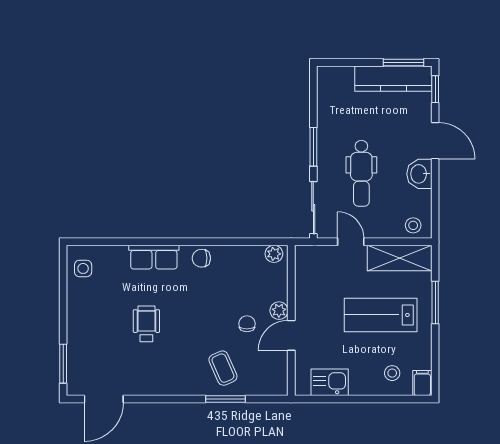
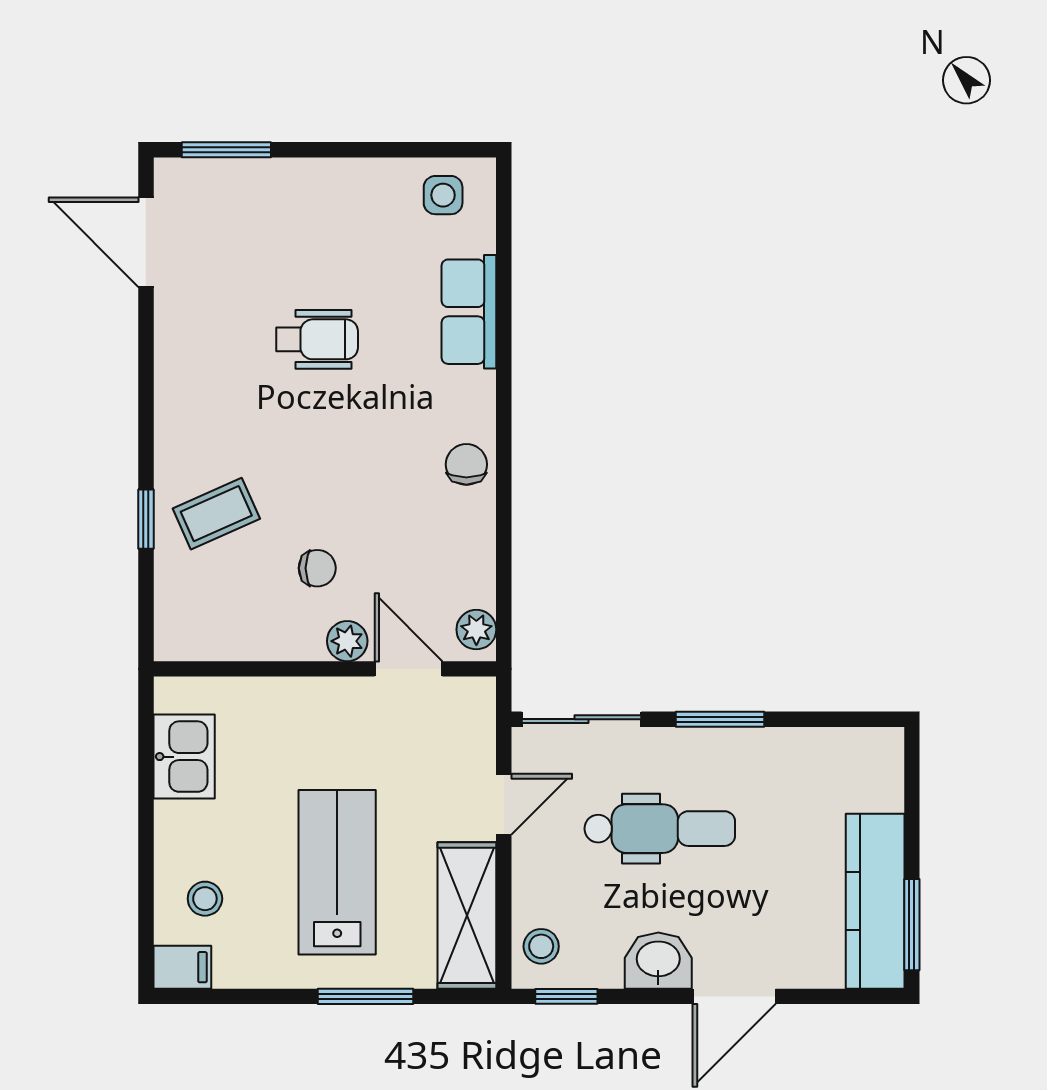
window: (435, 89) -> (566, 996), moved
dental chair: (361, 173) -> (660, 829), turned 180
row of seats: (154, 257) -> (469, 312), moved
door: (291, 335) -> (409, 669), moved
window: (225, 399) -> (146, 519), width x0.67

